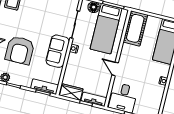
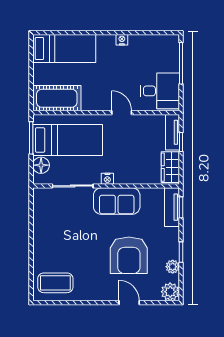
armchair: (20, 50) -> (129, 255), turned 90
door: (115, 69) -> (122, 113), swing flipped

